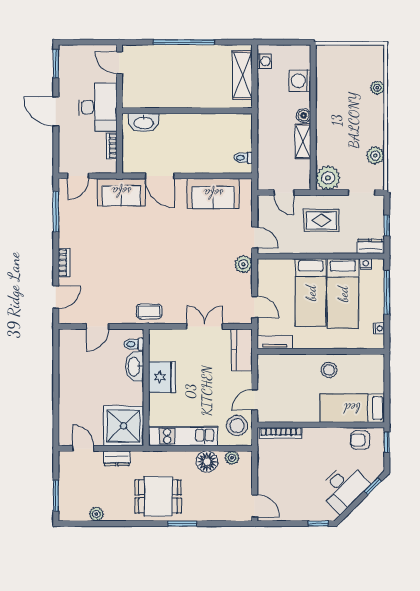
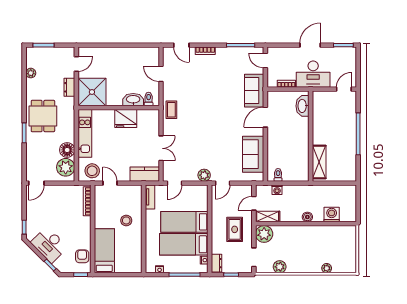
washing machine: (264, 61) -> (277, 190), moved
shelving: (242, 75) -> (319, 162), moved, turned 90
shelving: (303, 141) -> (268, 217), moved
stool: (329, 370) -> (126, 220), moved
plant: (232, 458) -> (66, 167), width x1.88, depth x1.88

